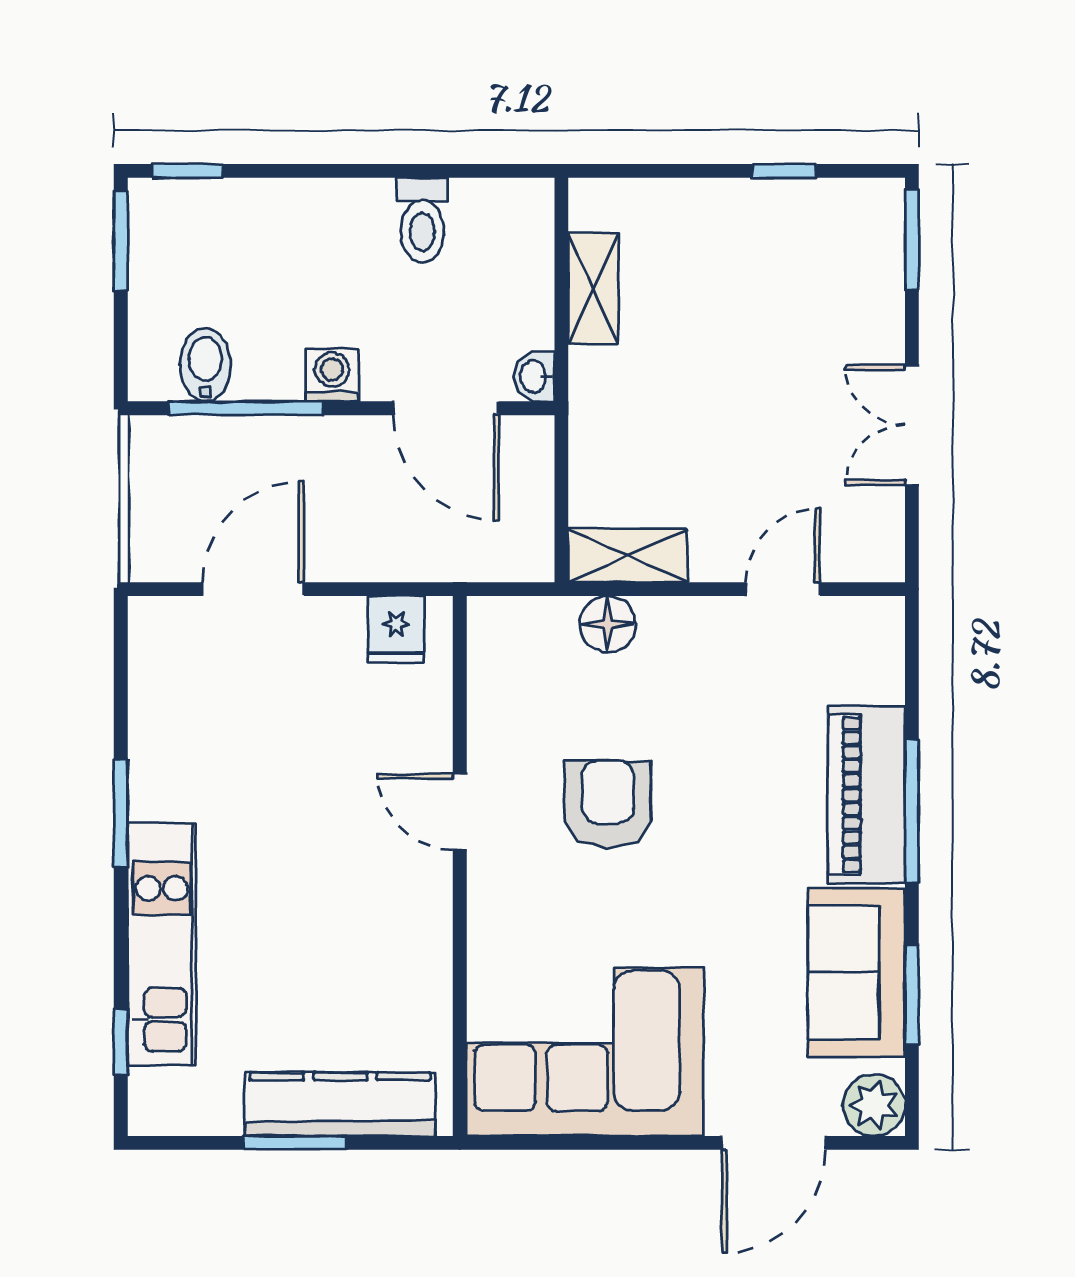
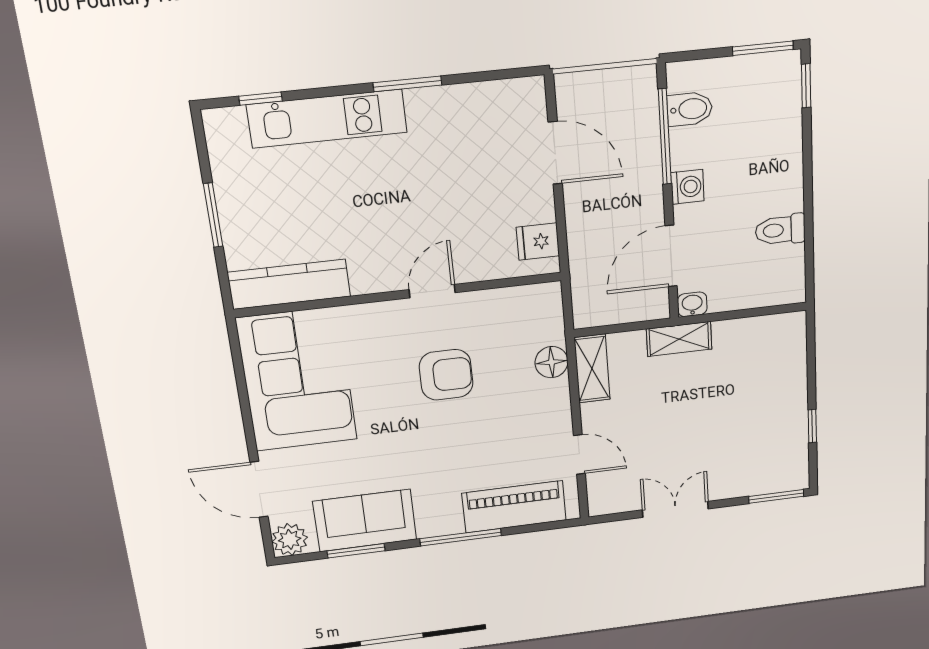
shelving: (593, 288) -> (679, 339), moved
piano: (866, 795) -> (514, 507), moved
kitchen counter: (340, 1104) -> (289, 284), moved, turned -90

